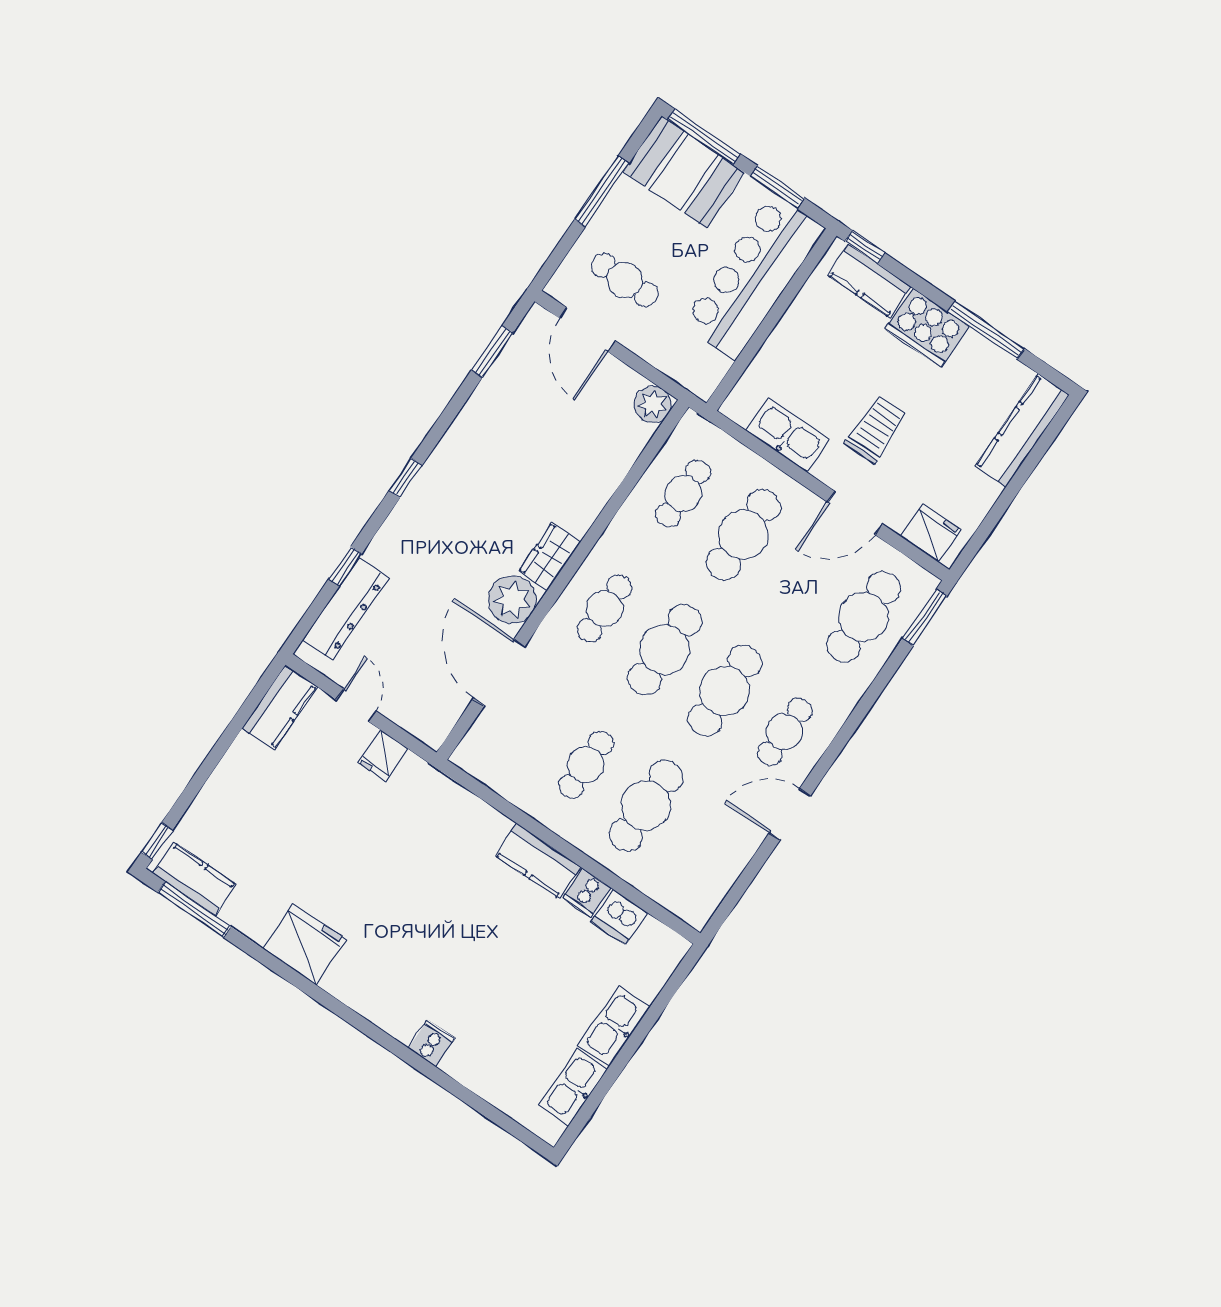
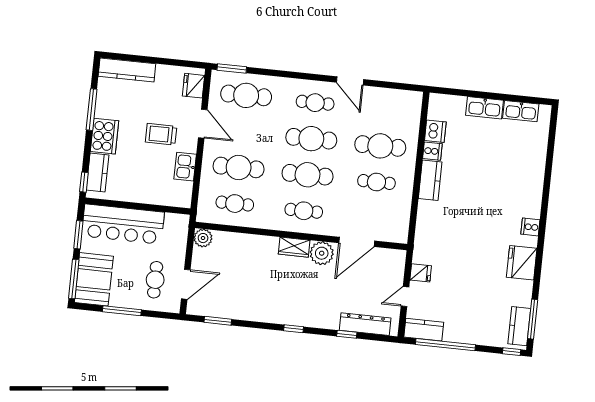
kitchen sink: (787, 435) -> (185, 167), width x0.73
window: (232, 731) -> (445, 345), added
cooker: (432, 1043) -> (530, 227), moved

